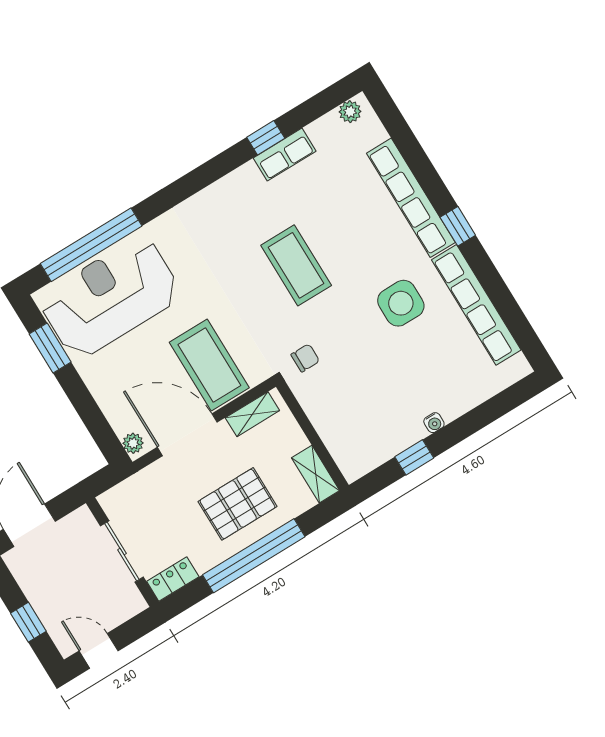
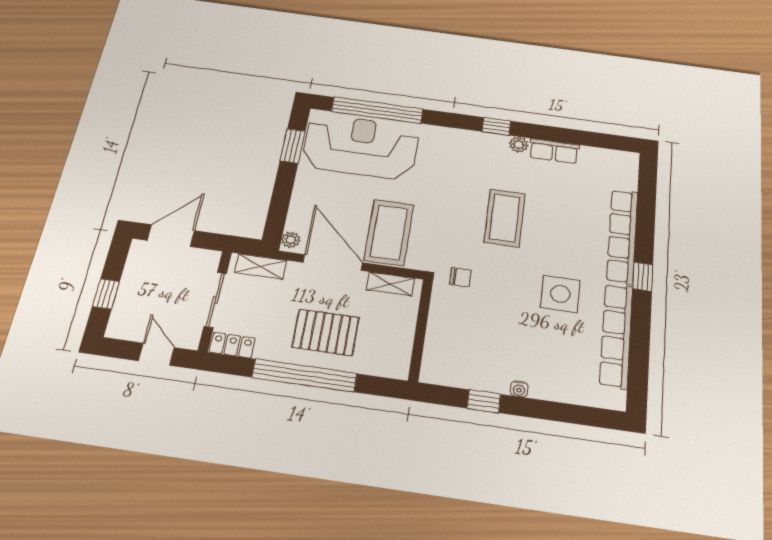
plant: (350, 112) -> (519, 145), moved
window: (266, 138) -> (496, 126), moved
shelving: (316, 474) -> (261, 266), moved, turned 90
door: (99, 651) -> (156, 354), moved

